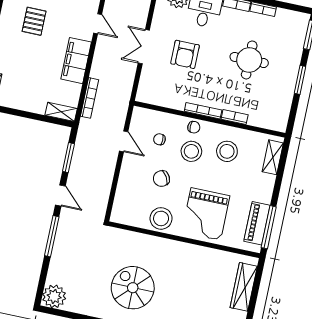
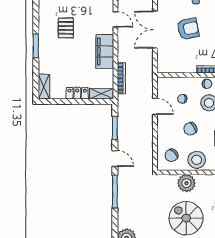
double door: (144, 47) -> (155, 30), width x1.37
armchair: (185, 54) -> (188, 29), turned -102
locker: (31, 105) -> (77, 93), added
chair: (131, 206) -> (171, 155), added
plant: (142, 245) -> (186, 183), added

